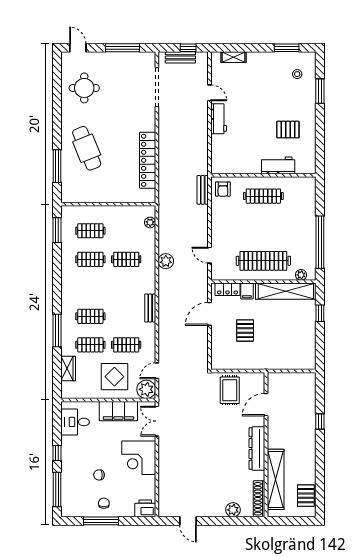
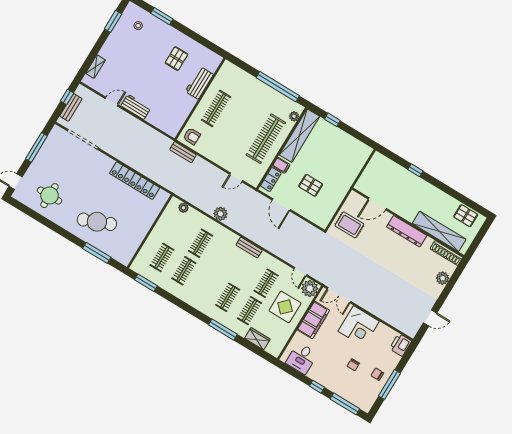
door: (266, 405) -> (377, 204), hinge flipped

